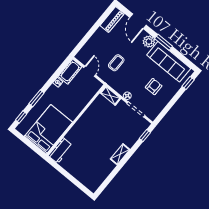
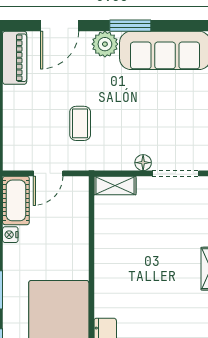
door: (138, 21) -> (60, 26), hinge flipped
door: (90, 71) -> (48, 173), swing flipped
armchair: (154, 87) -> (174, 112), removed

